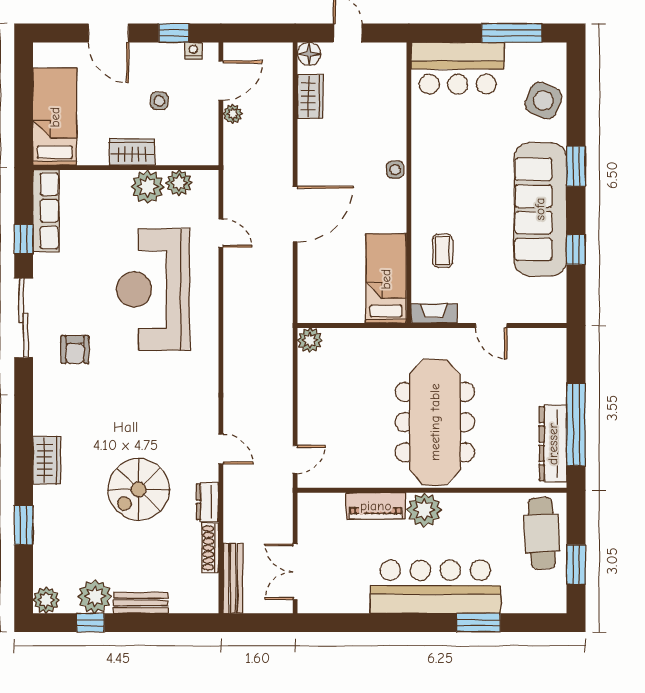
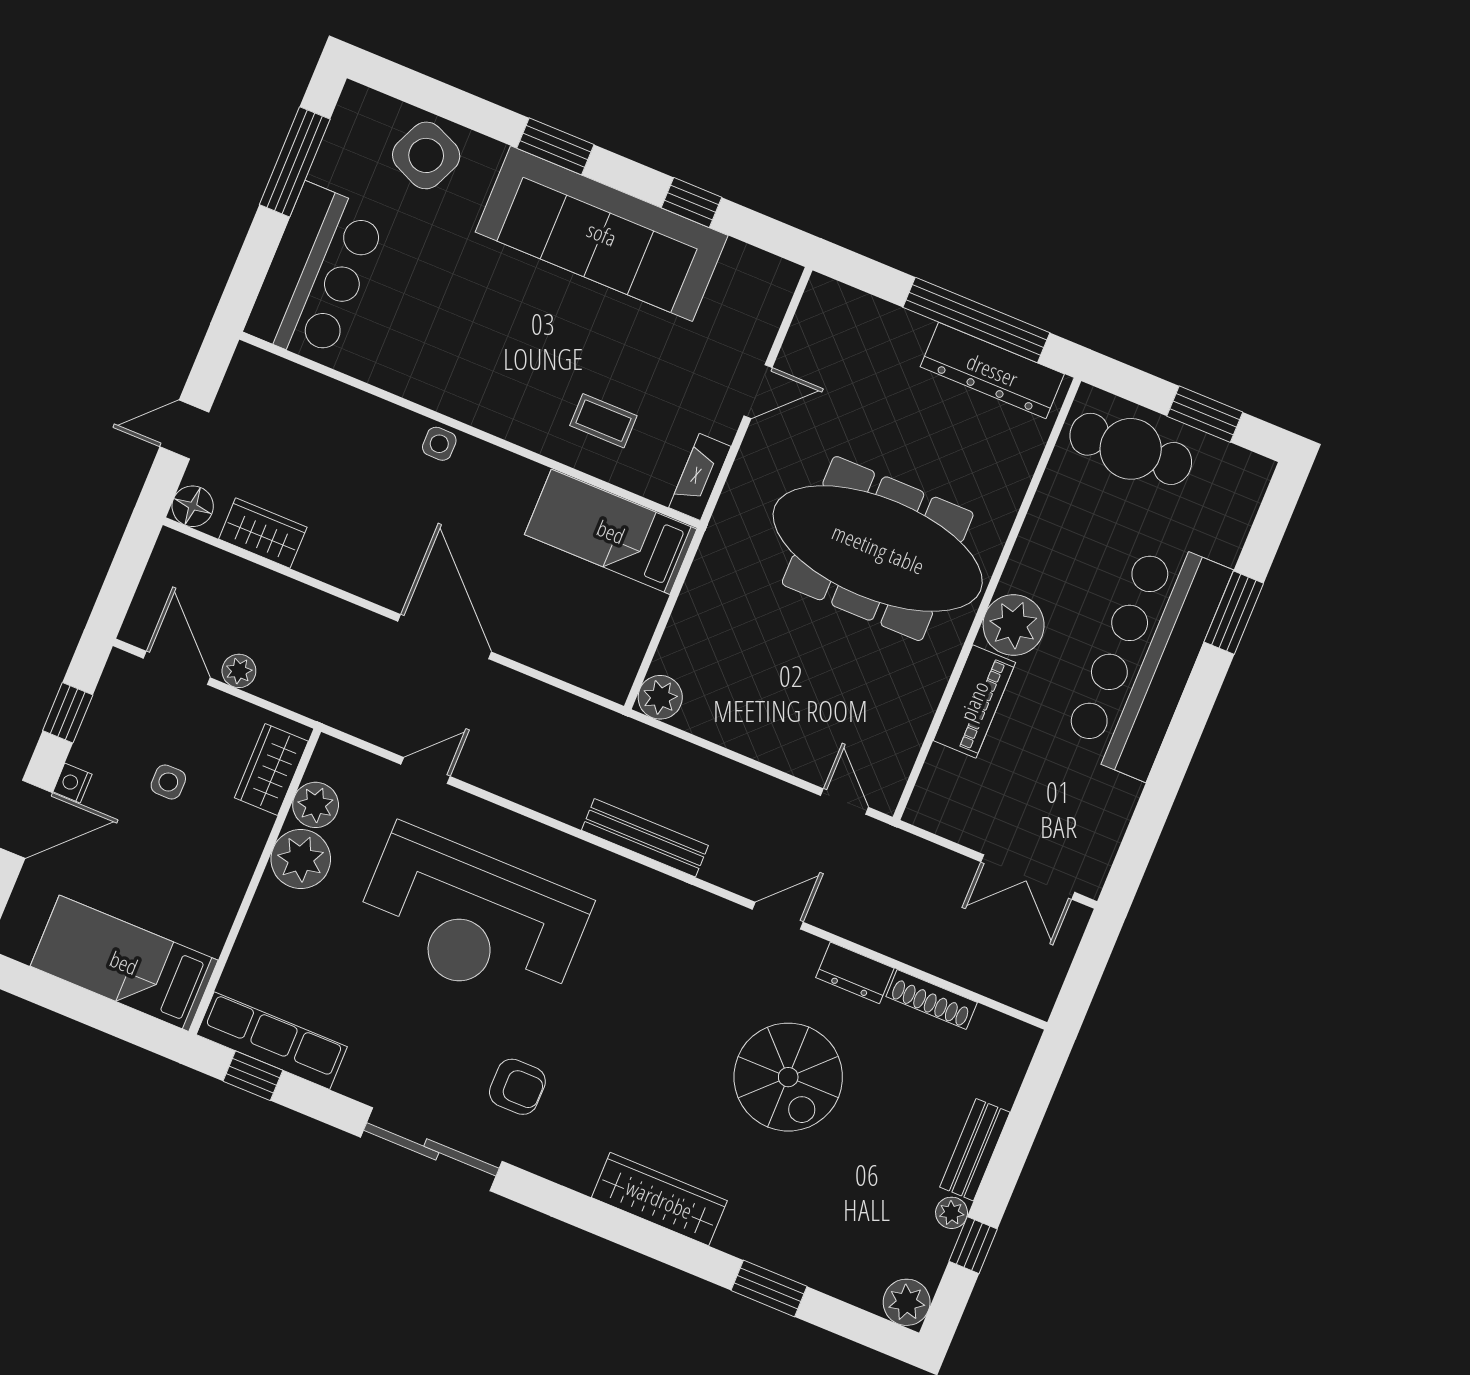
nightstand: (193, 51) -> (72, 783), moved
wardrobe: (132, 152) -> (271, 769), moved
window: (24, 239) -> (253, 1076), moved
wardrobe: (47, 460) -> (659, 1199), width x1.50
bench: (233, 578) -> (645, 838), moved
plant: (95, 596) -> (952, 1213), width x0.53, depth x0.53

